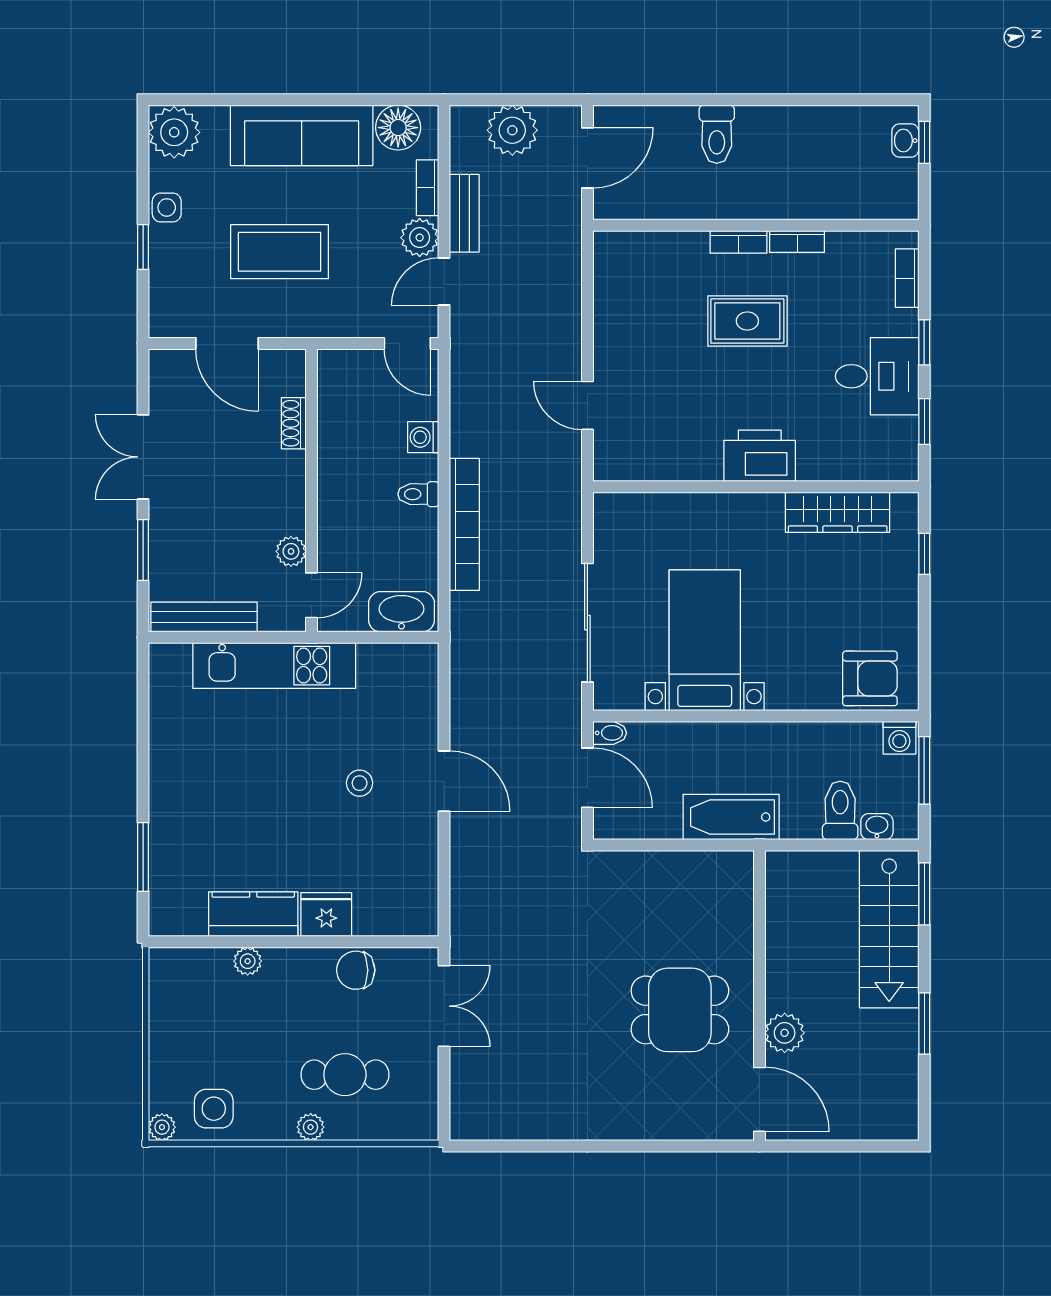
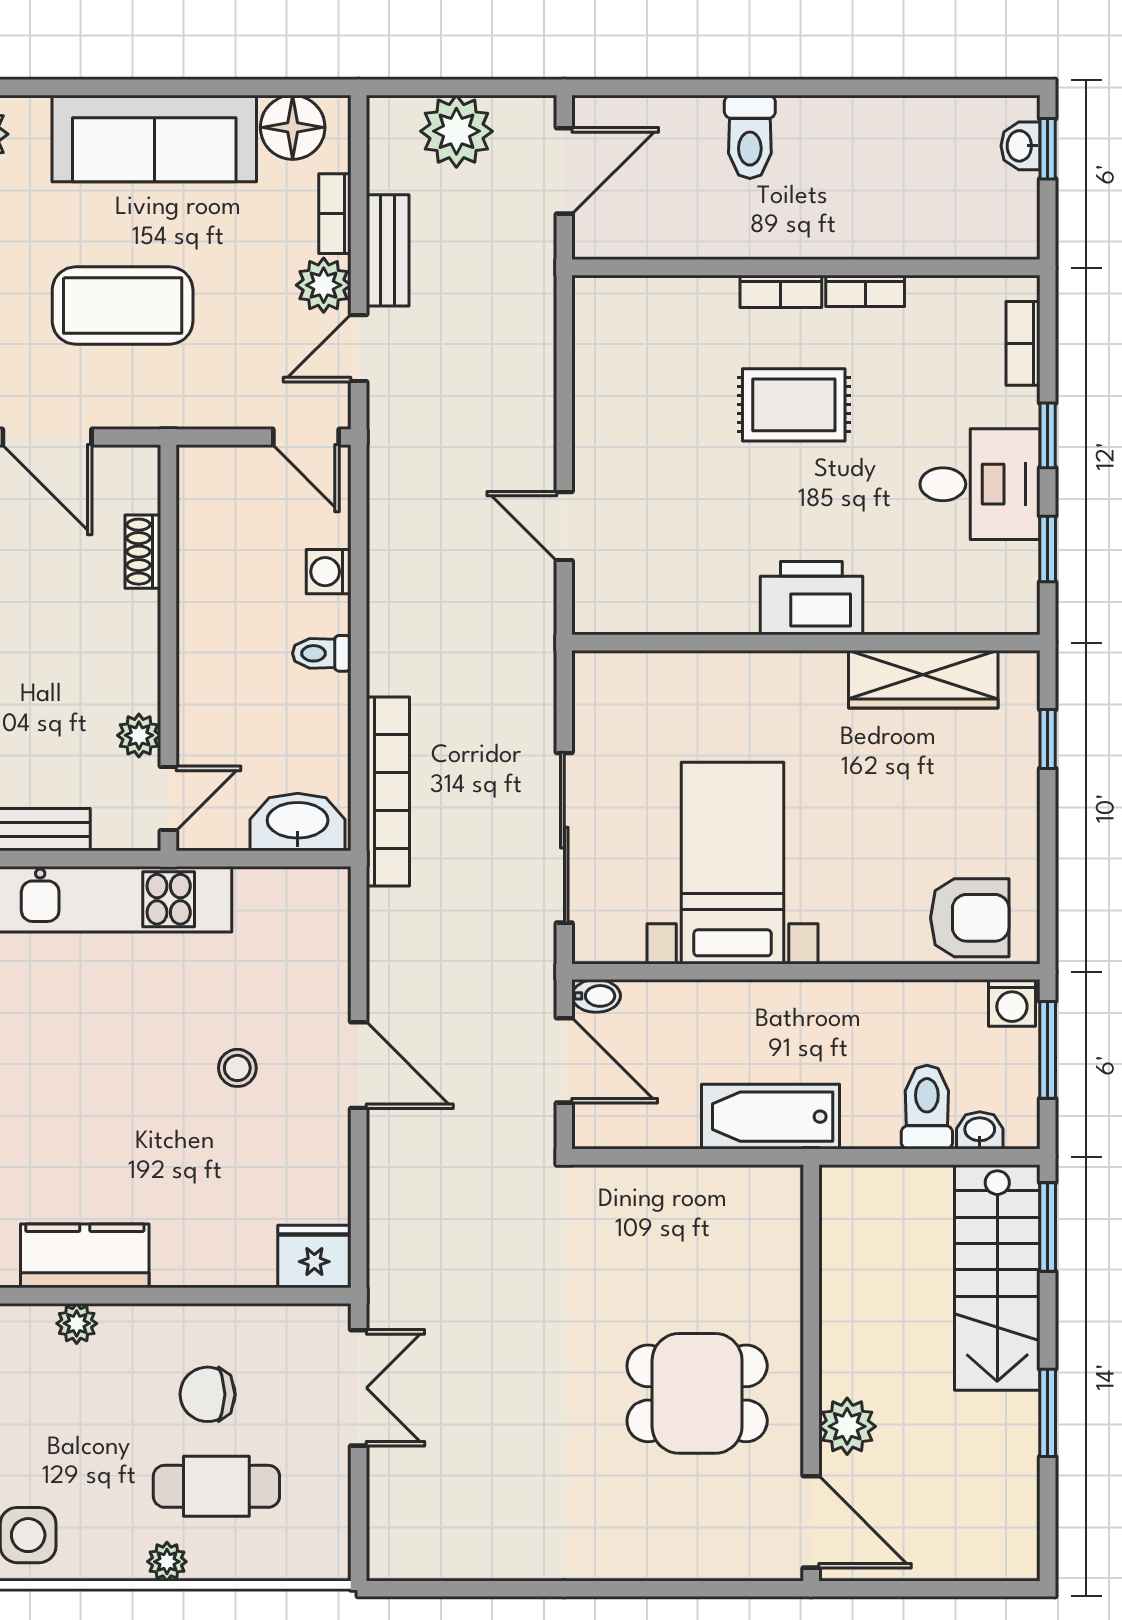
bookcase: (464, 524) -> (388, 792), moved
fridge: (326, 914) -> (314, 1256), moved
chair: (356, 970) -> (208, 1394), moved

